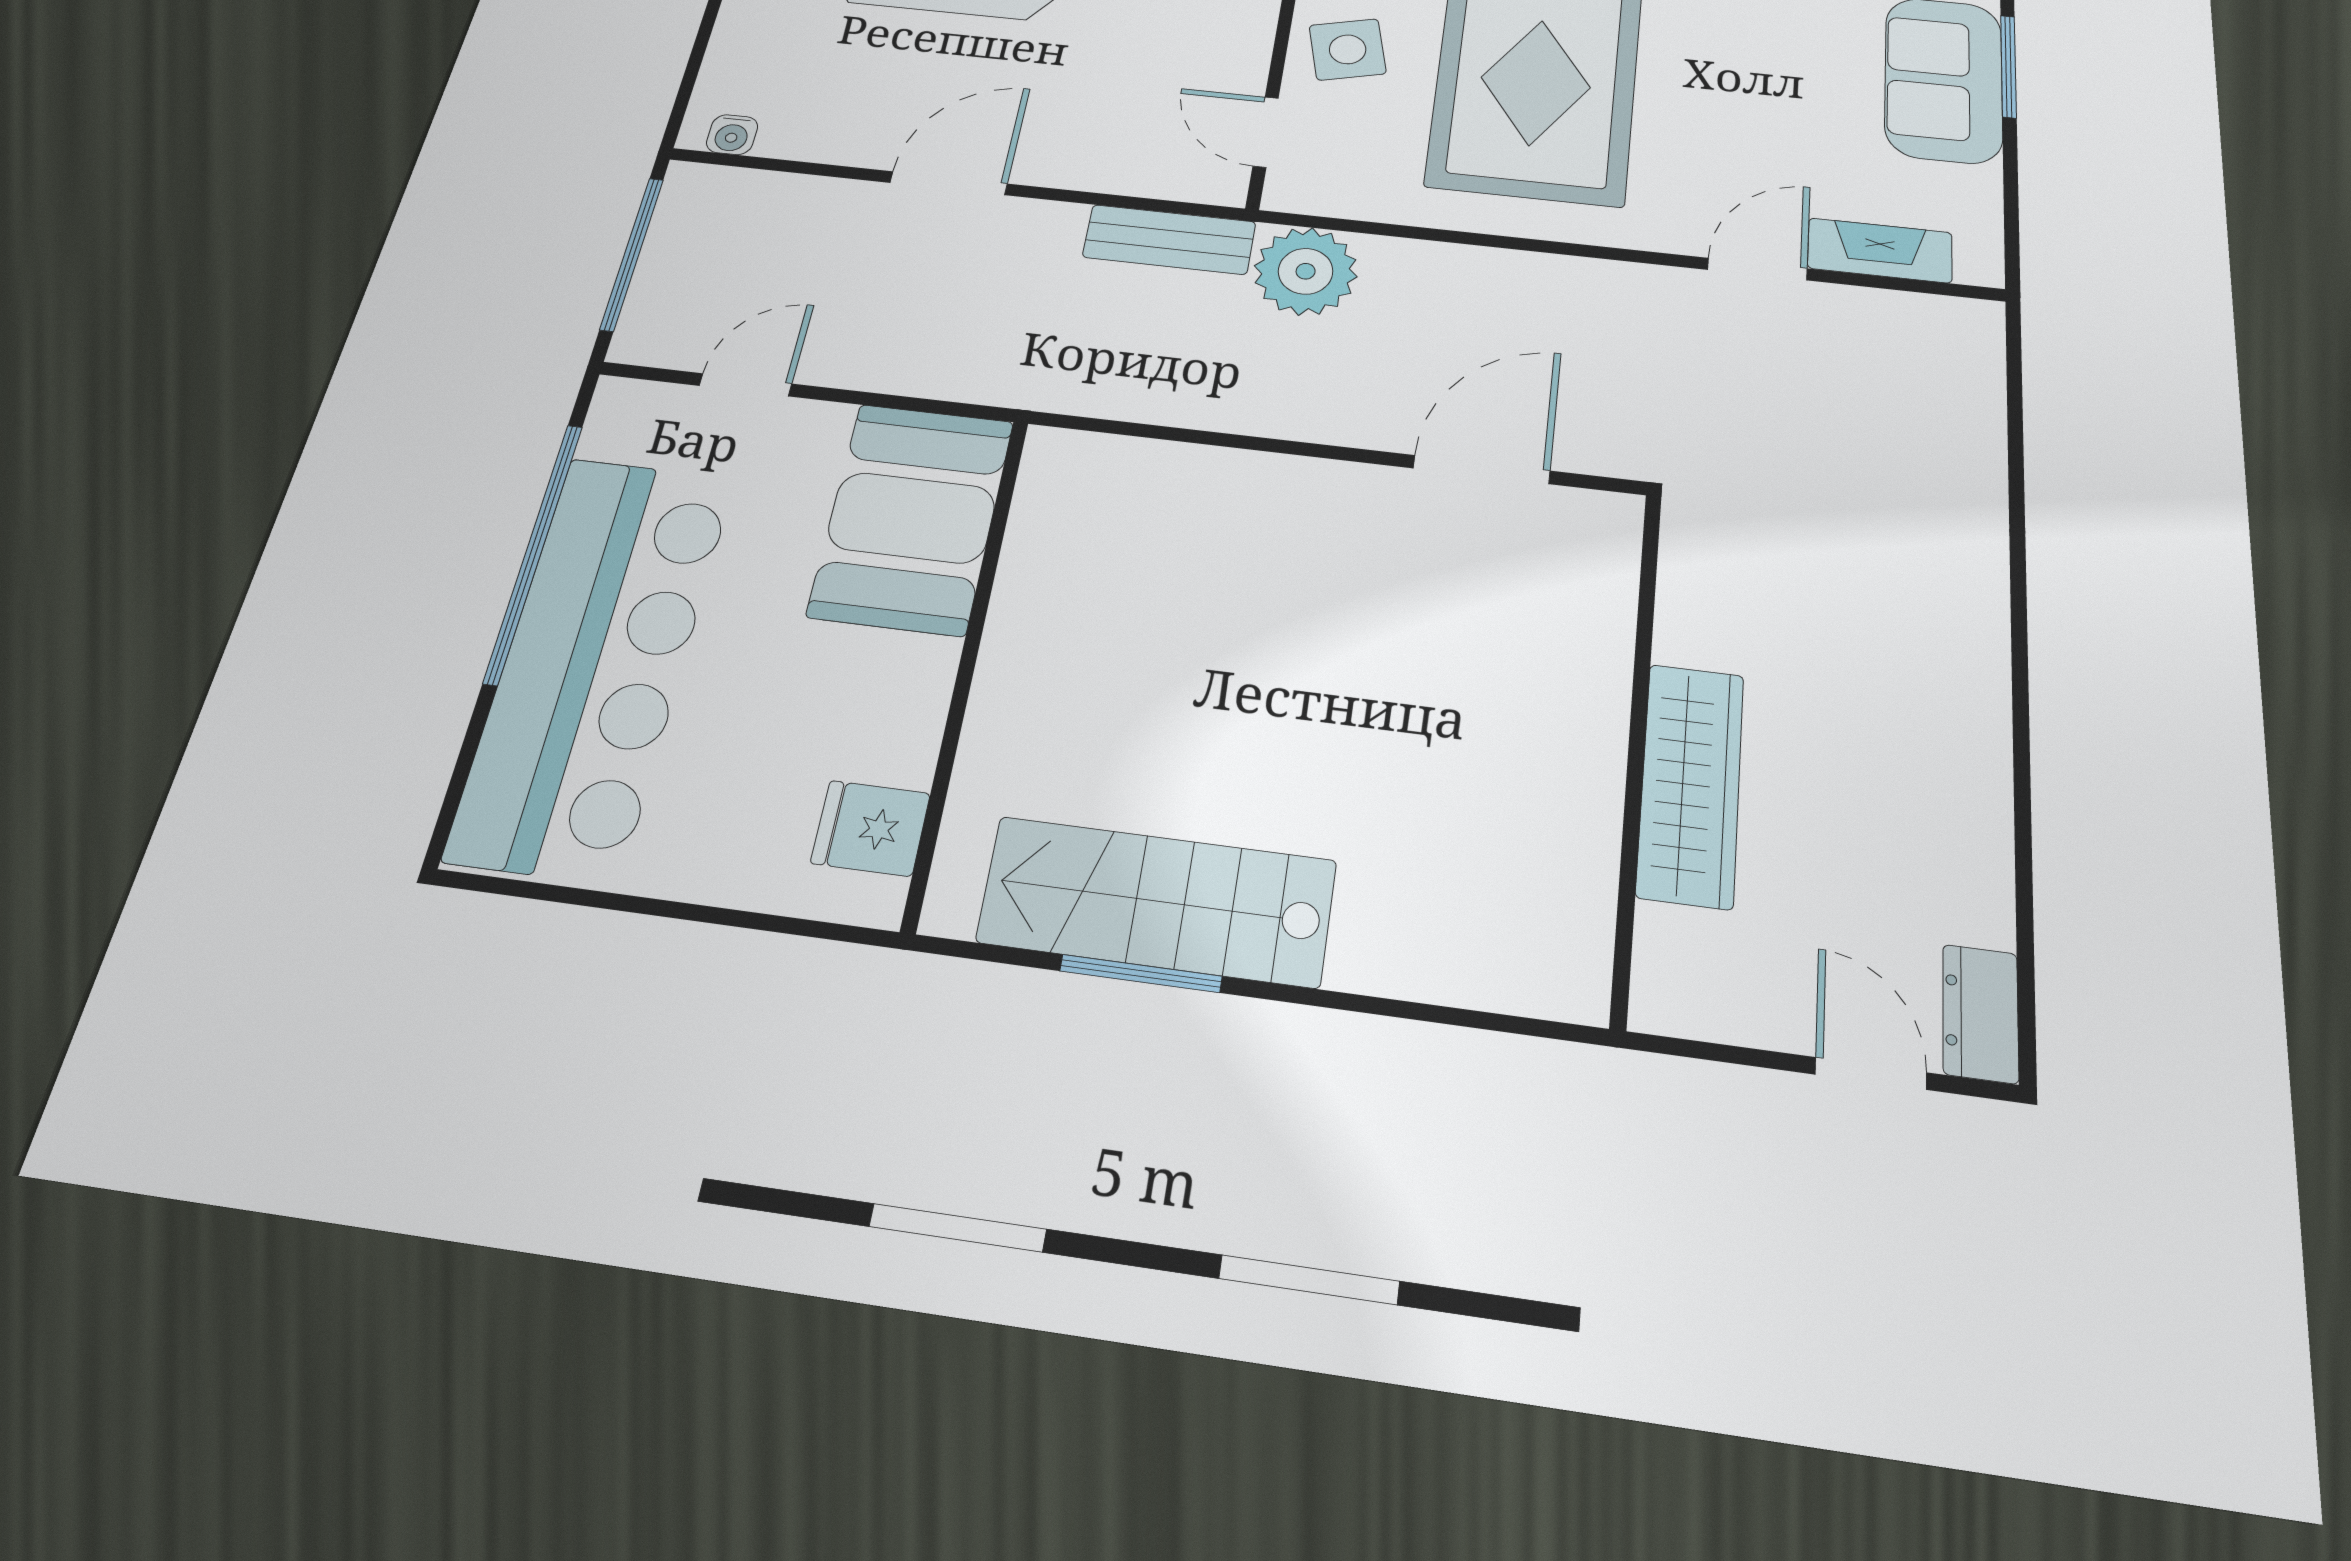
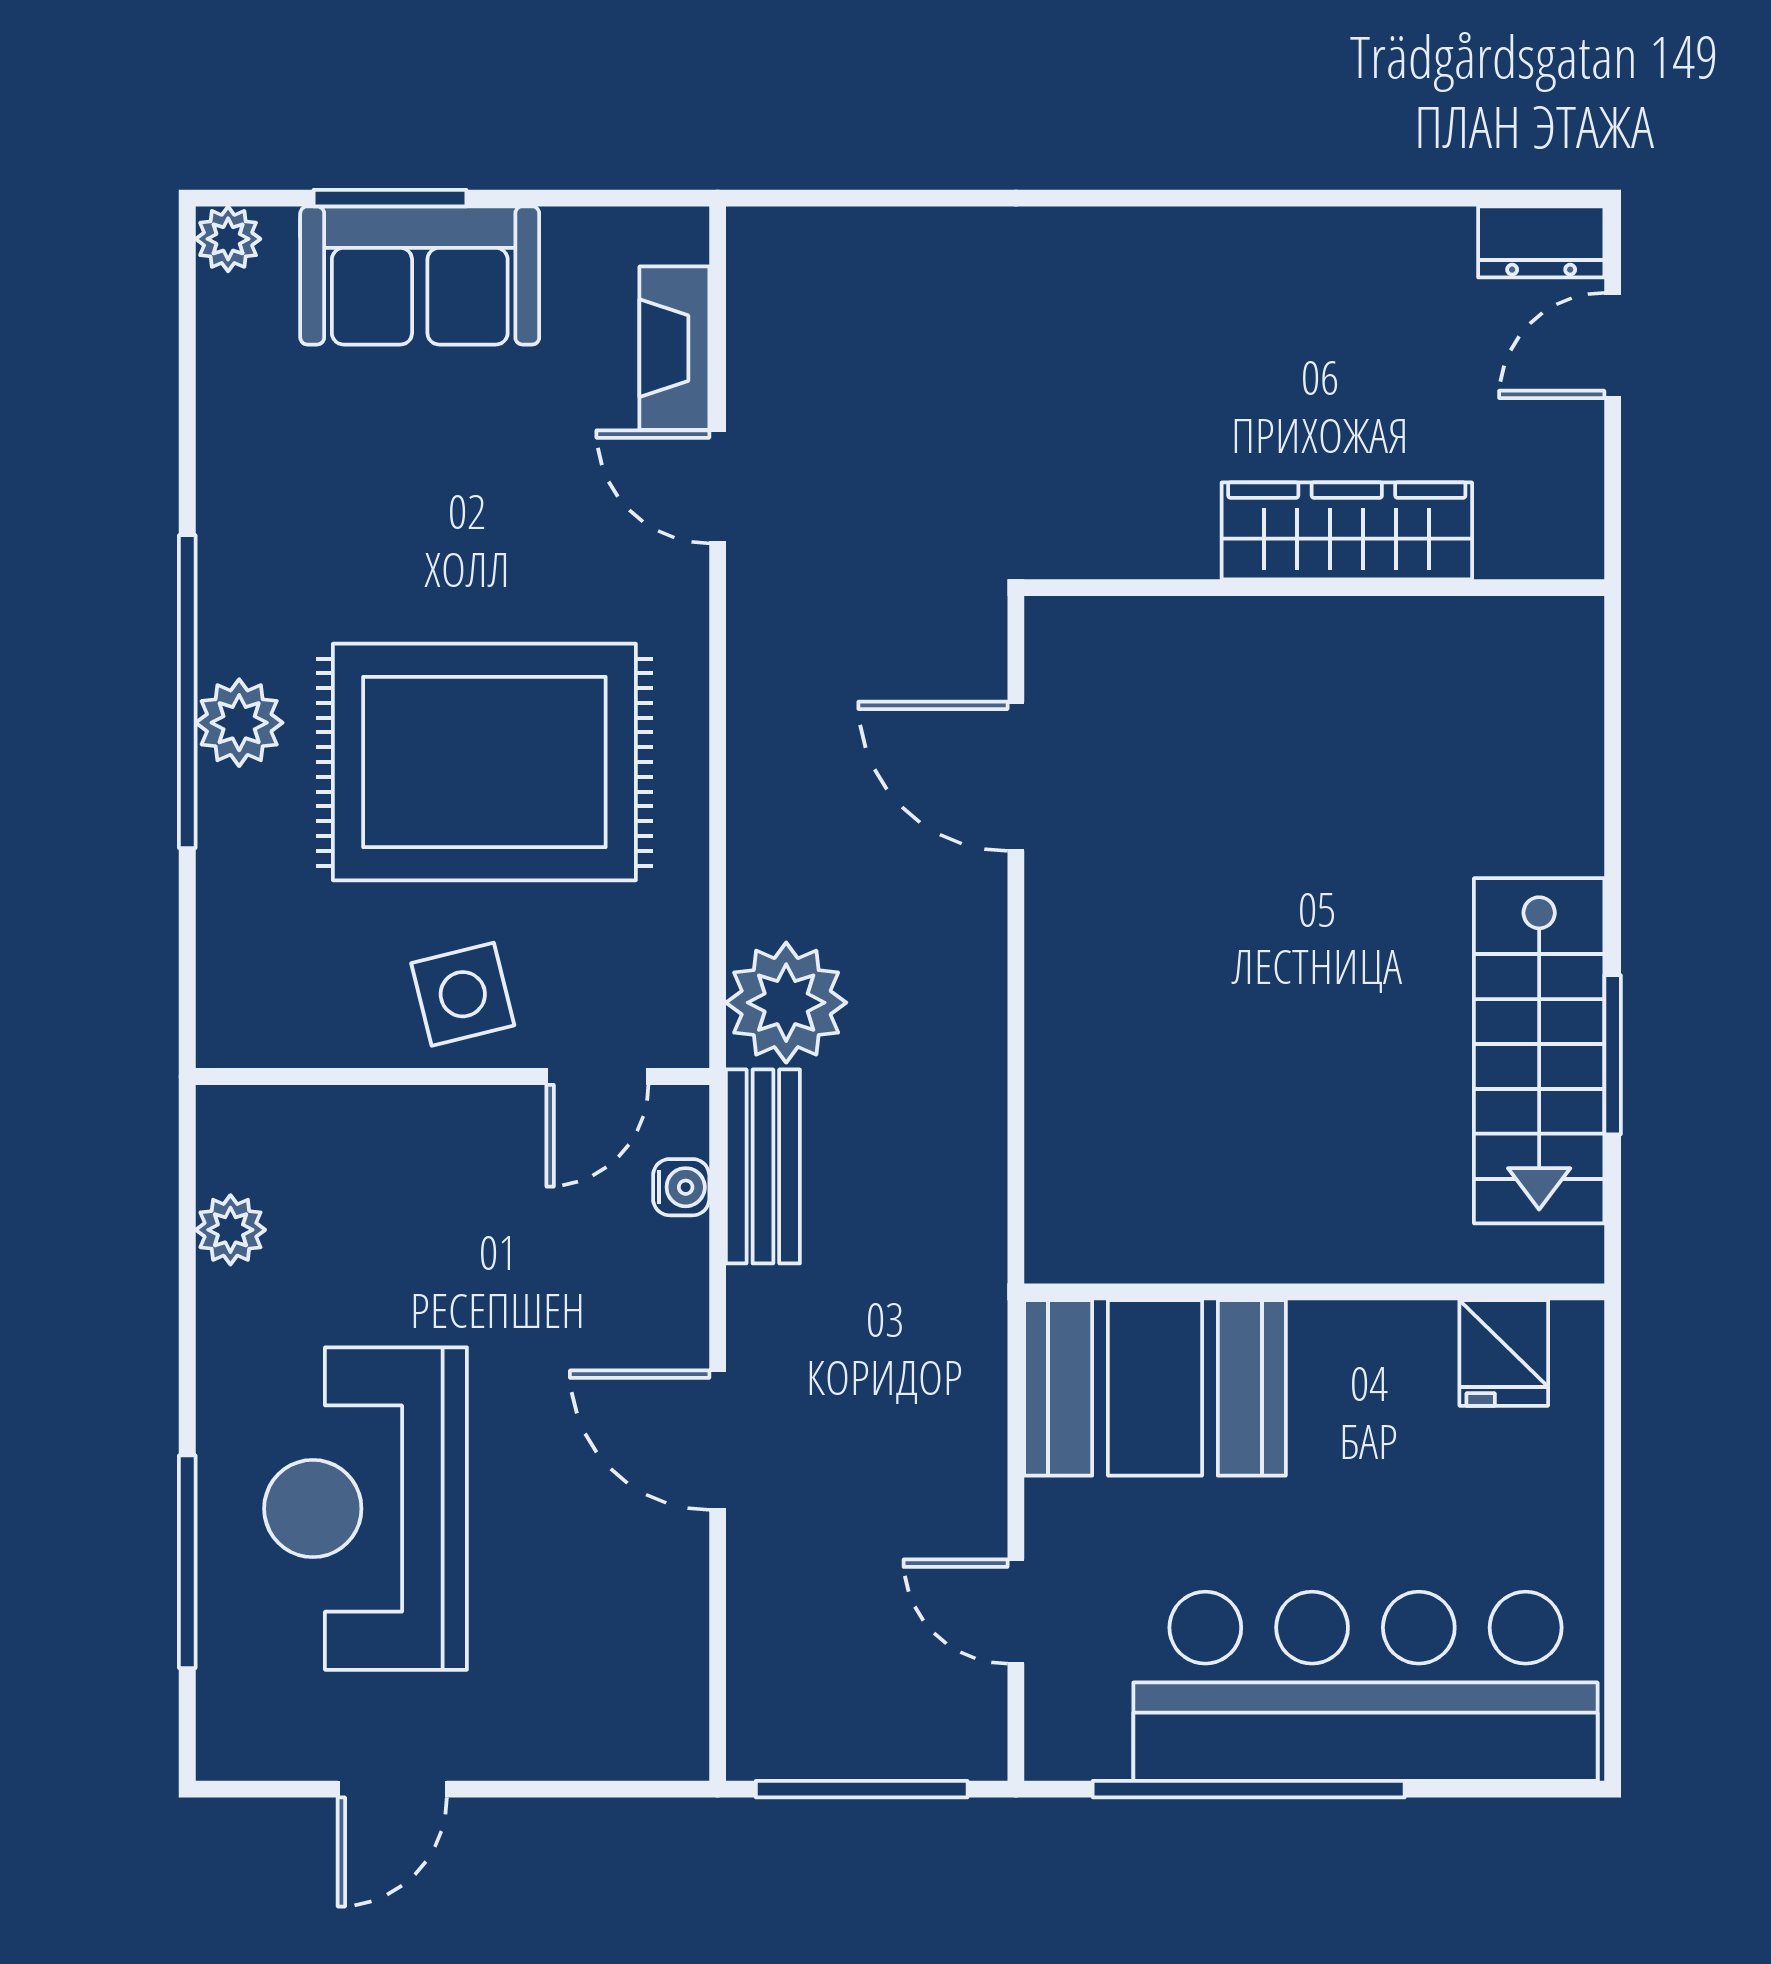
water cooler: (732, 135) -> (681, 1187), moved

